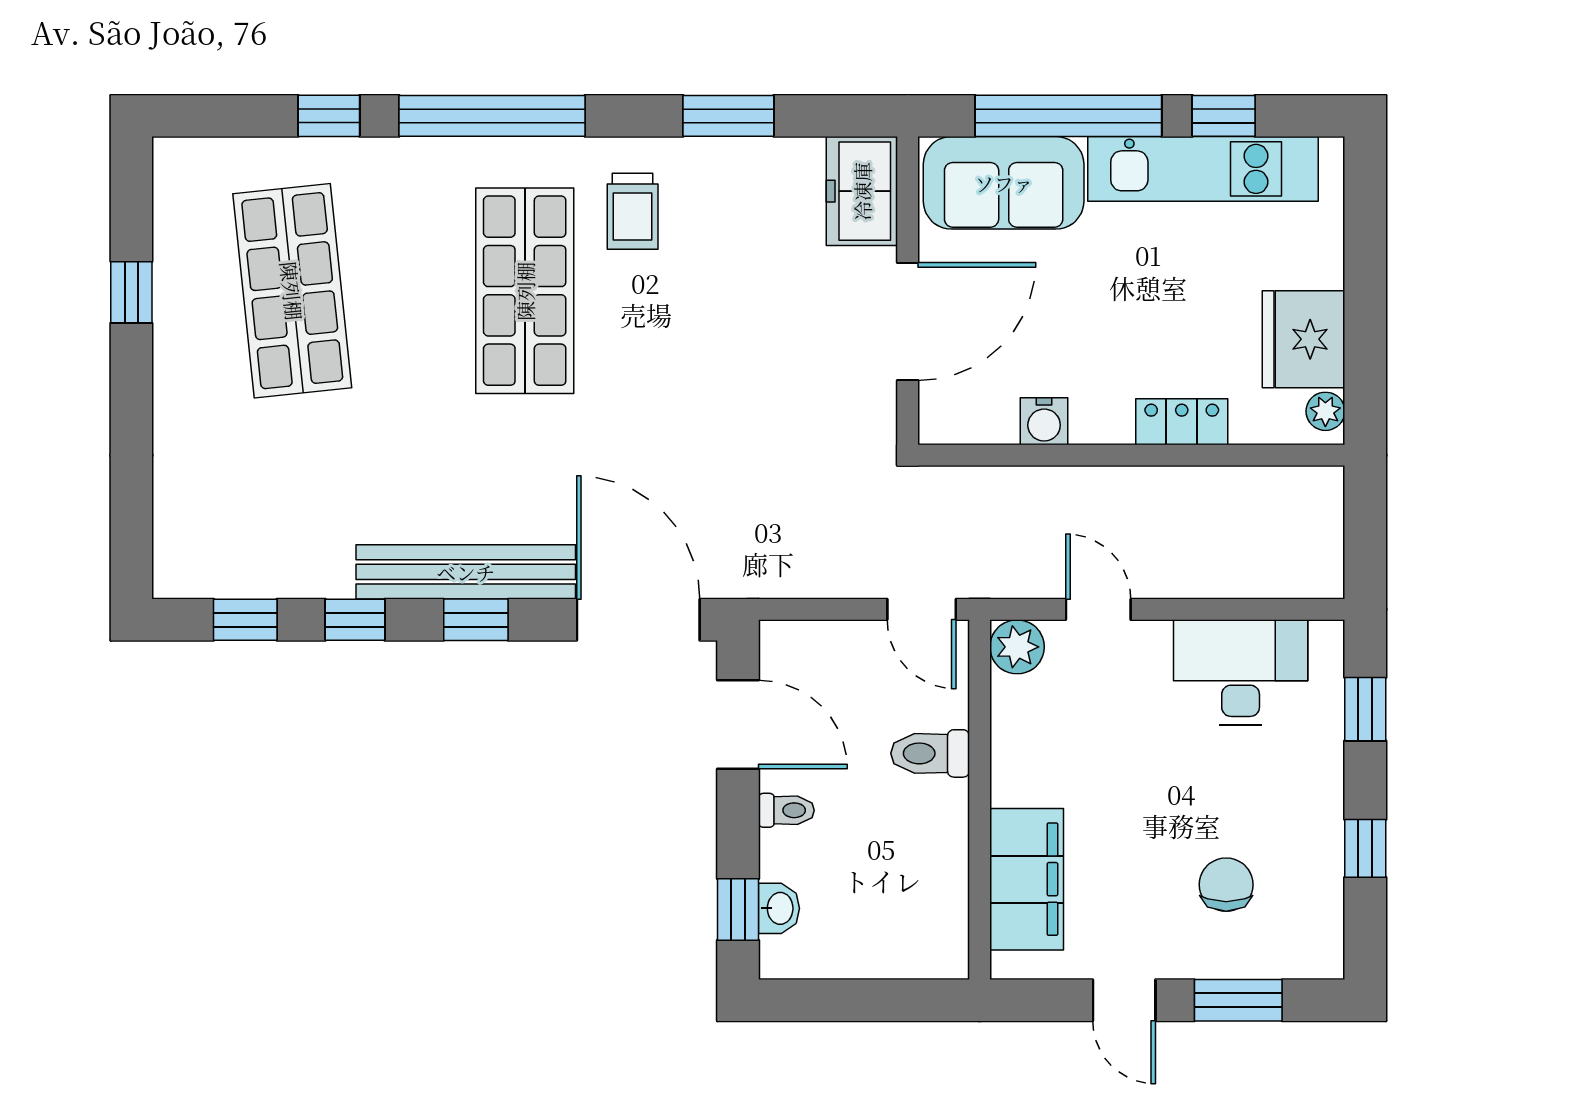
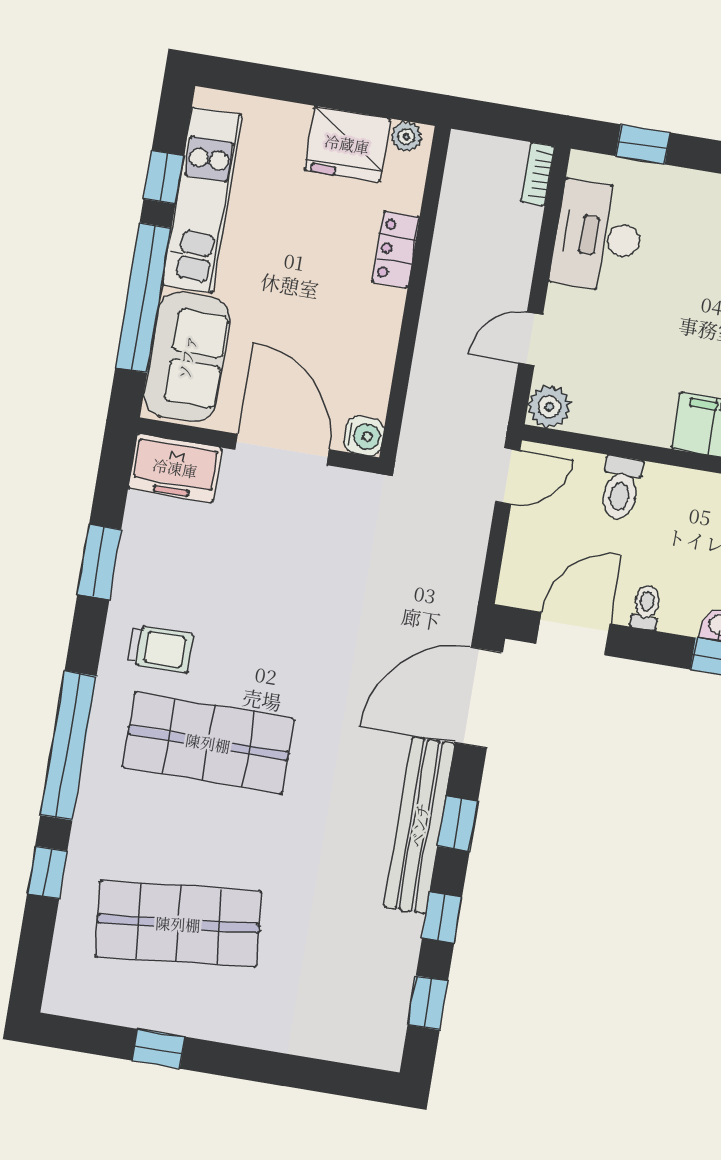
water cooler: (1044, 421) -> (364, 436), moved
bookcase: (1306, 584) -> (538, 174), added

